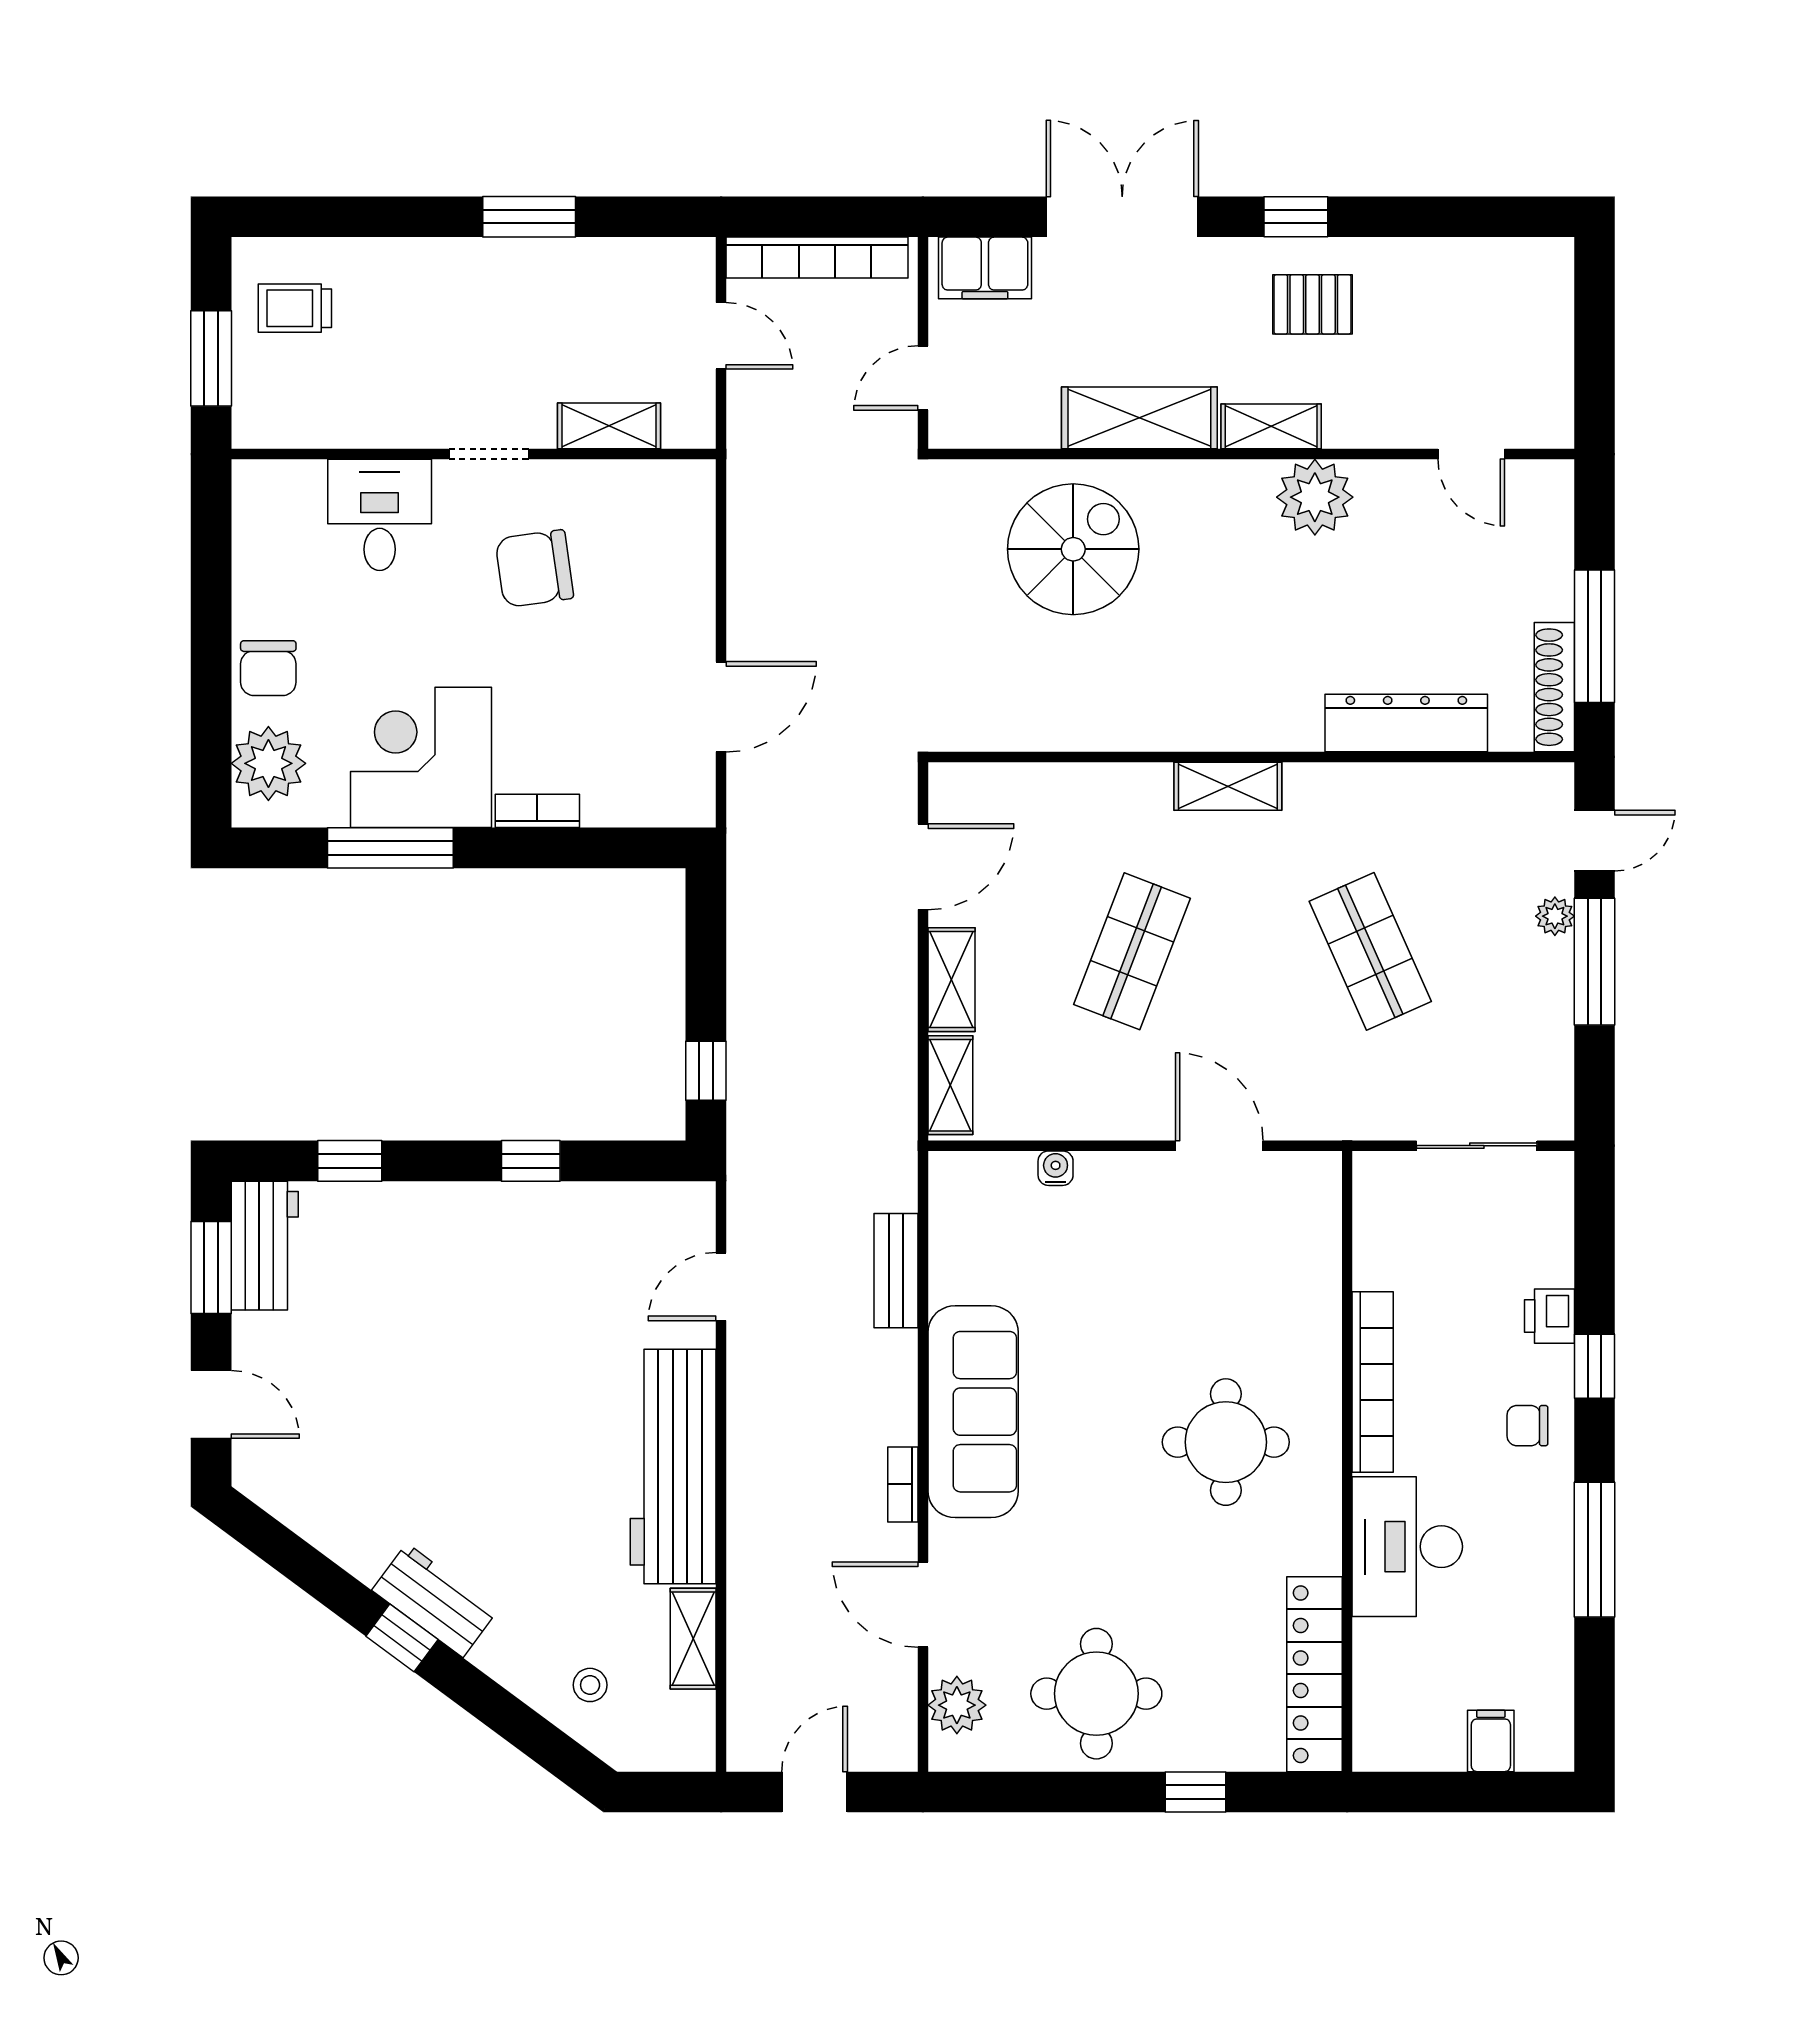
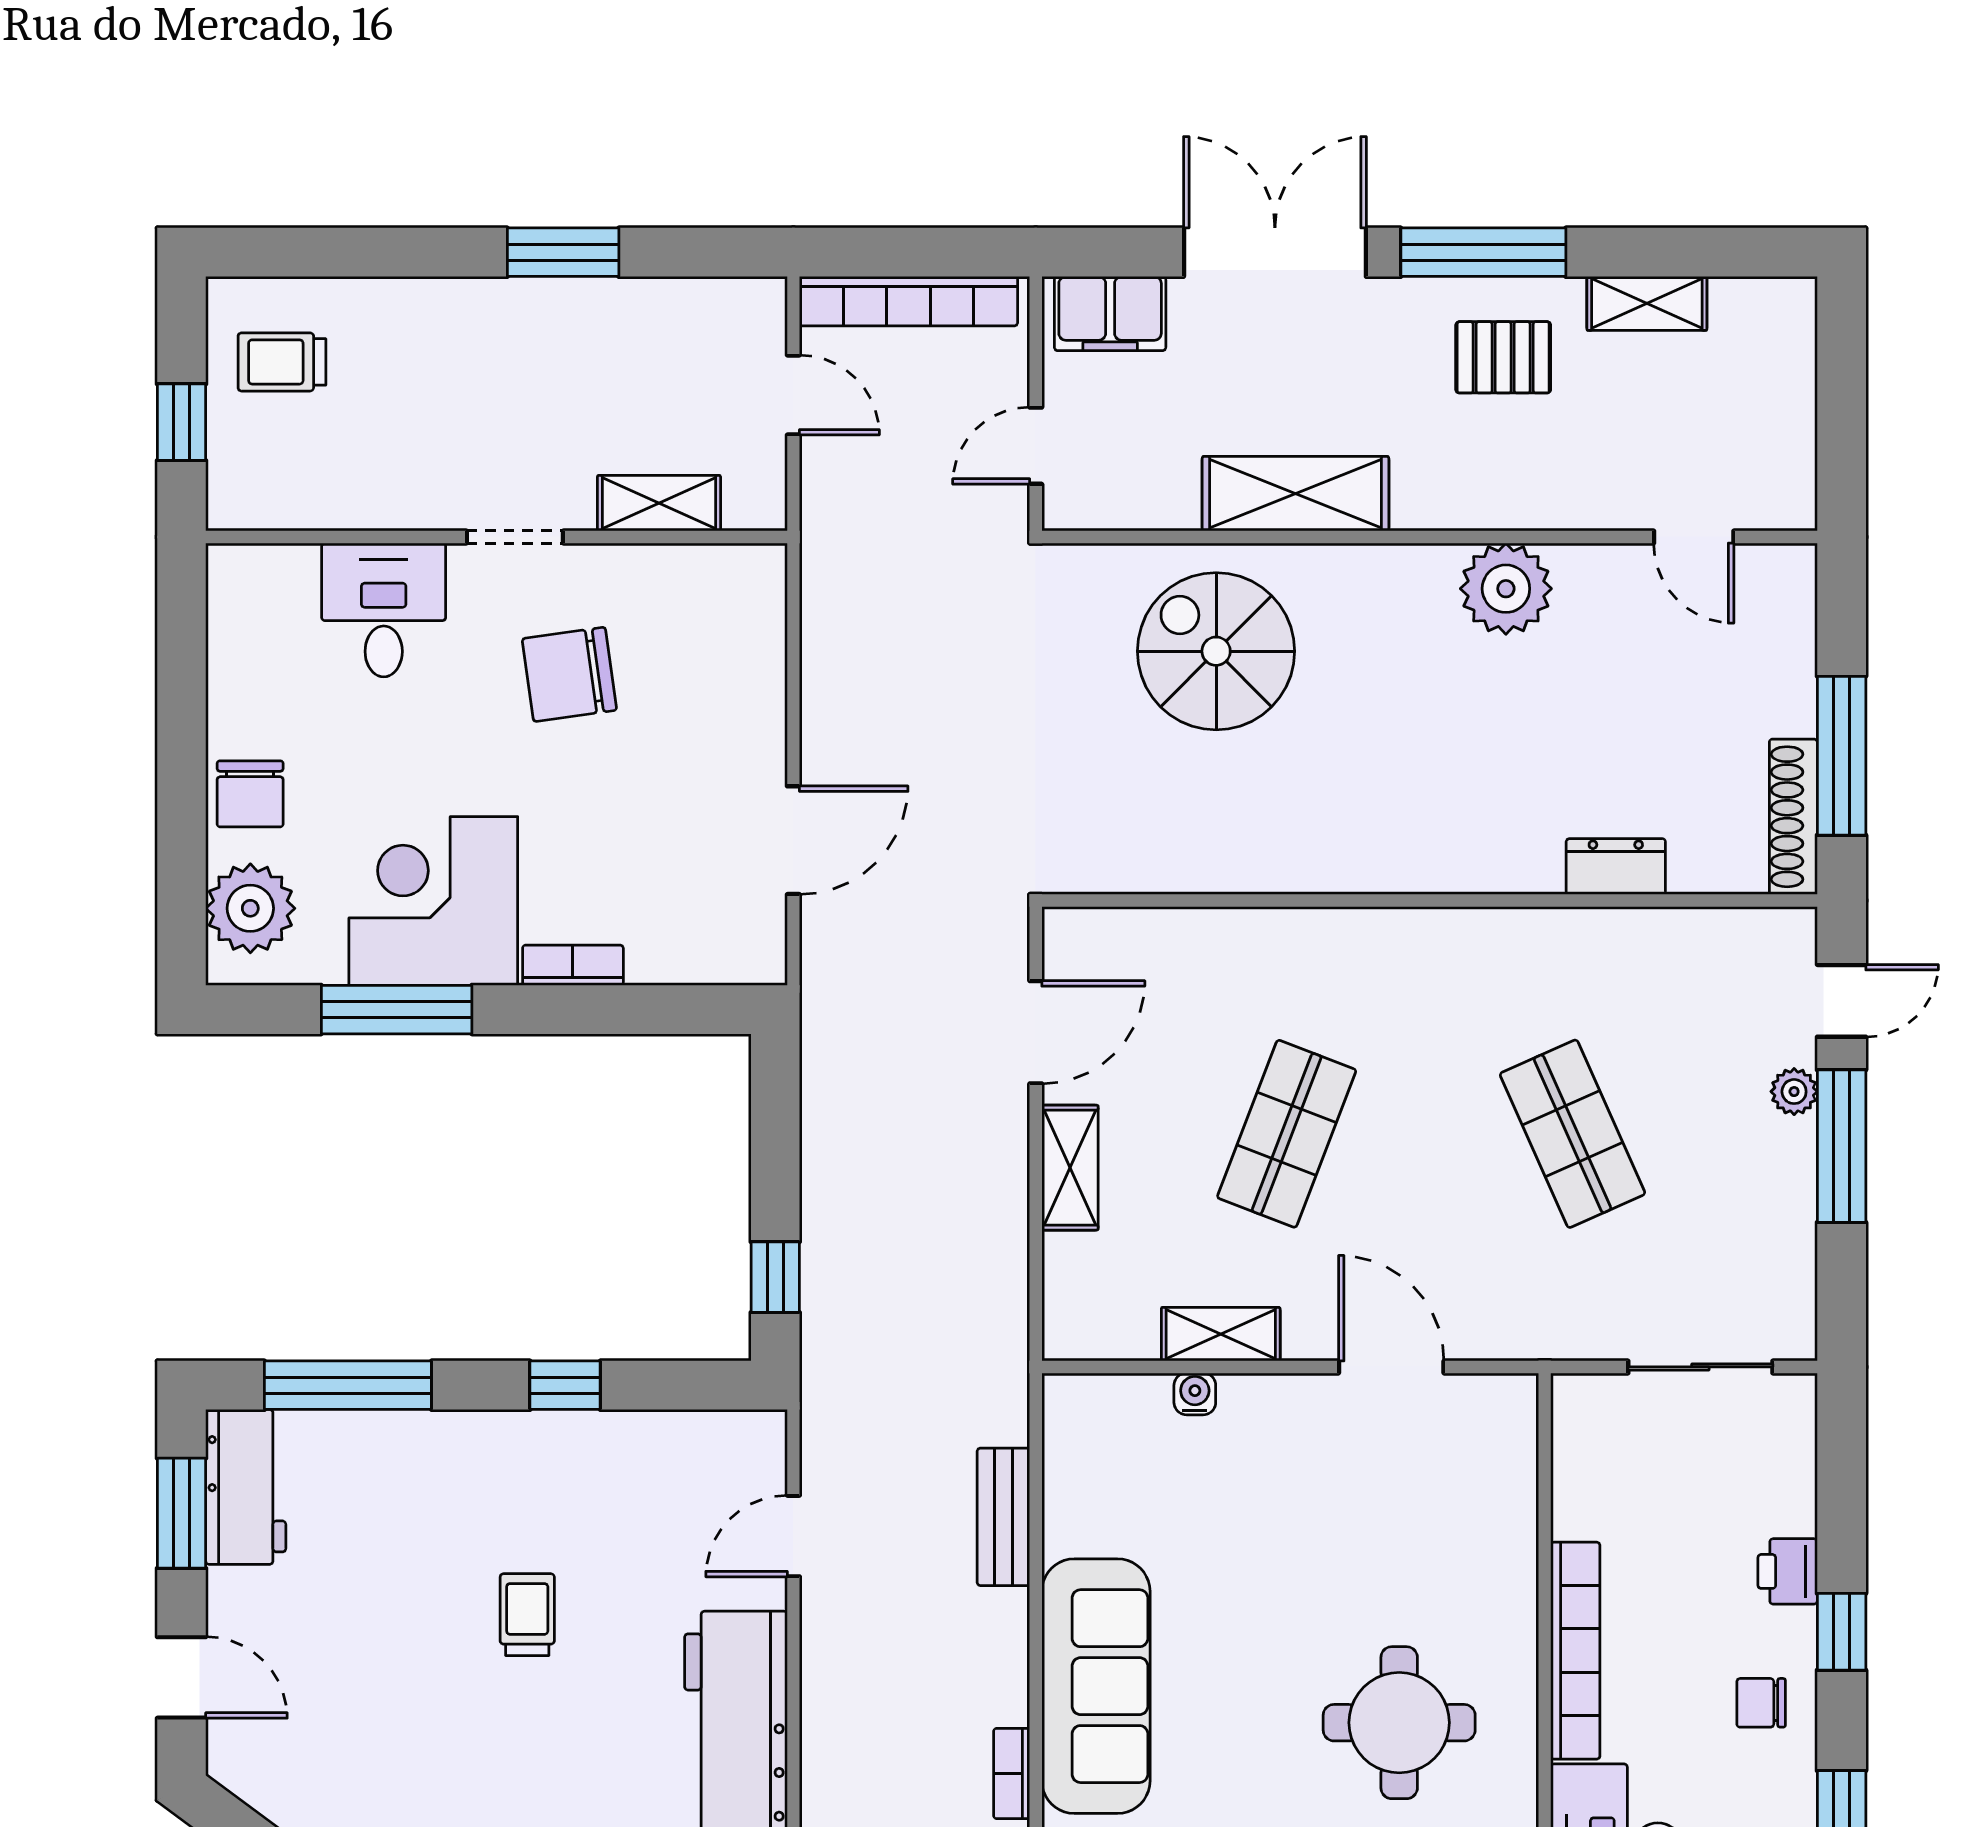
window: (1296, 217) -> (1483, 252), width x2.17
window: (211, 358) -> (181, 422), width x0.67
shelving: (1271, 426) -> (1647, 303), moved
spiral stairs: (1073, 549) -> (1216, 651), turned -90
dresser: (1406, 723) -> (1616, 867), width x0.51, depth x0.80
shelving: (1228, 786) -> (1402, 936), removed
shelving: (950, 1085) -> (1221, 1334), moved, turned 90
window: (350, 1161) -> (348, 1385), width x2.17
trolley: (499, 1352) -> (527, 1615), added

